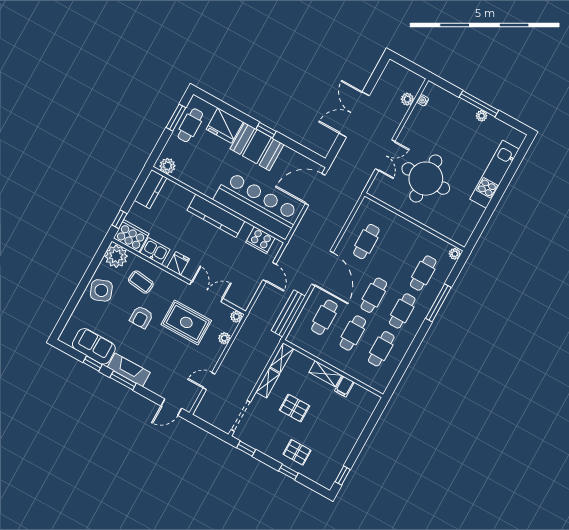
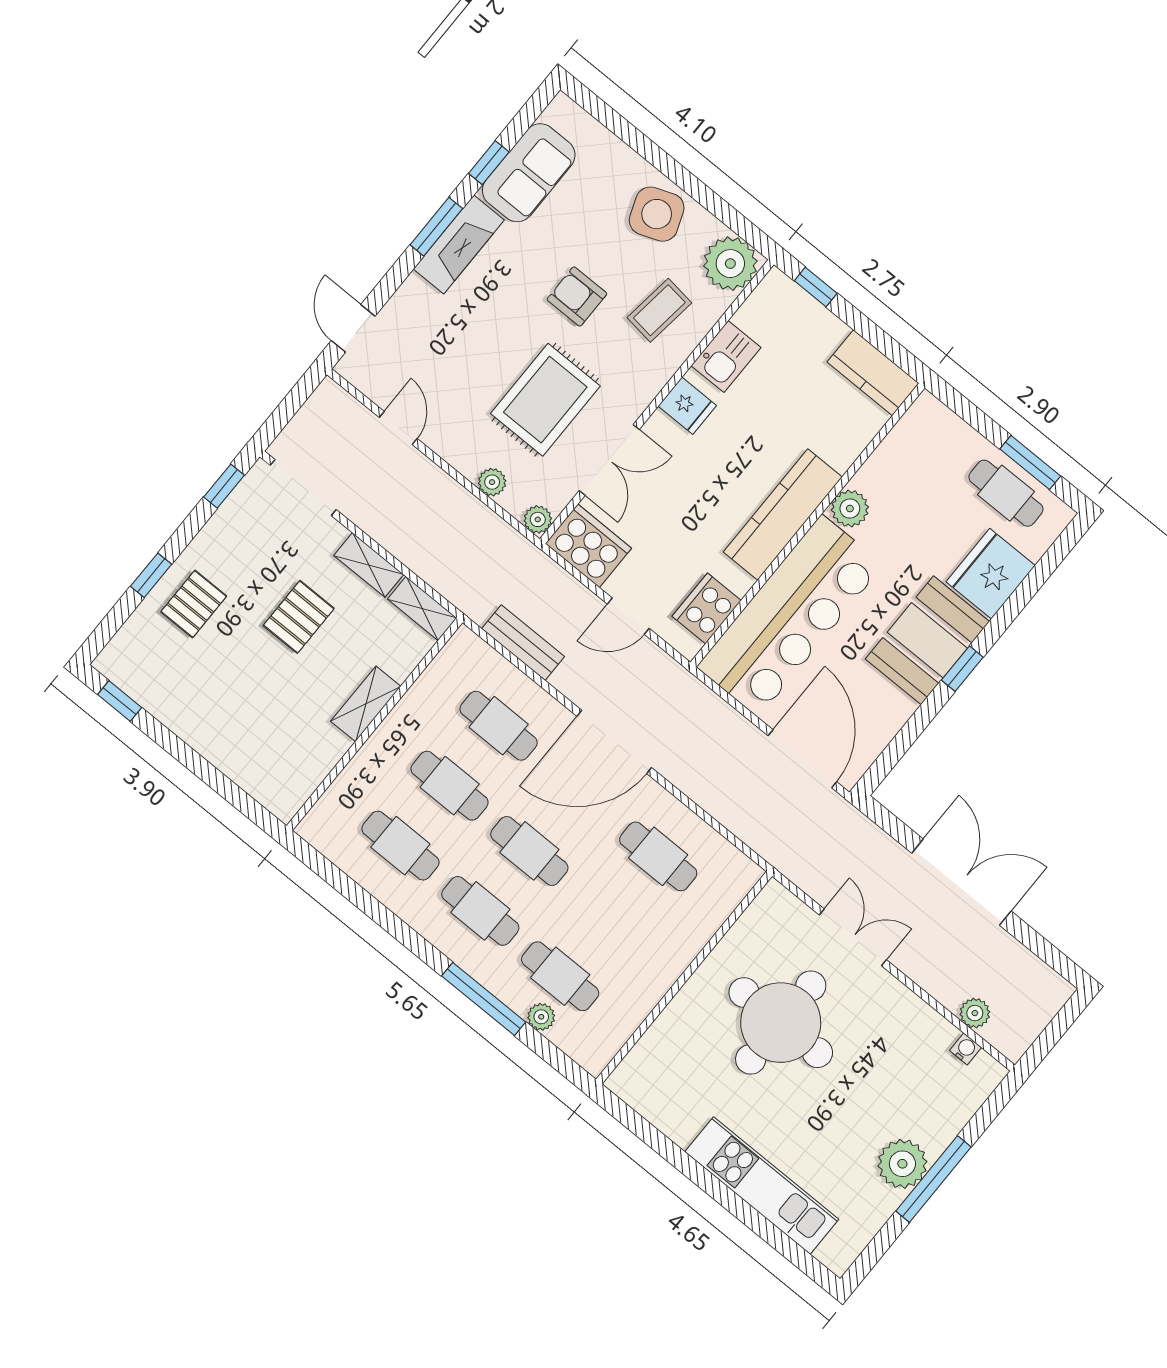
plant: (482, 116) -> (902, 1164), width x1.87, depth x1.87
double door: (385, 155) -> (853, 937), swing flipped
plant: (167, 166) -> (850, 509), moved
cooker: (131, 236) -> (588, 546), moved, turned -90
plant: (455, 254) -> (541, 1017), moved
bench: (288, 313) -> (523, 643), width x0.73
filing cabinet: (344, 386) -> (328, 743), removed

